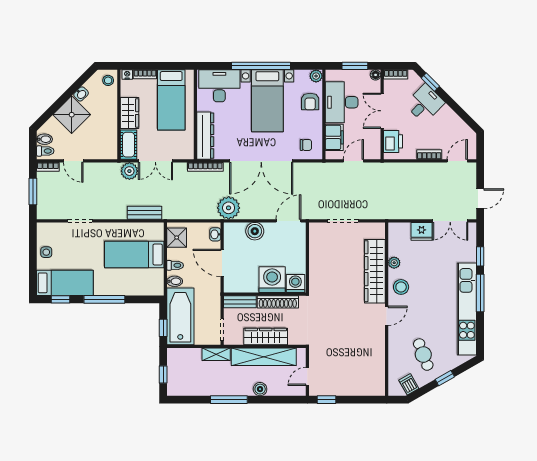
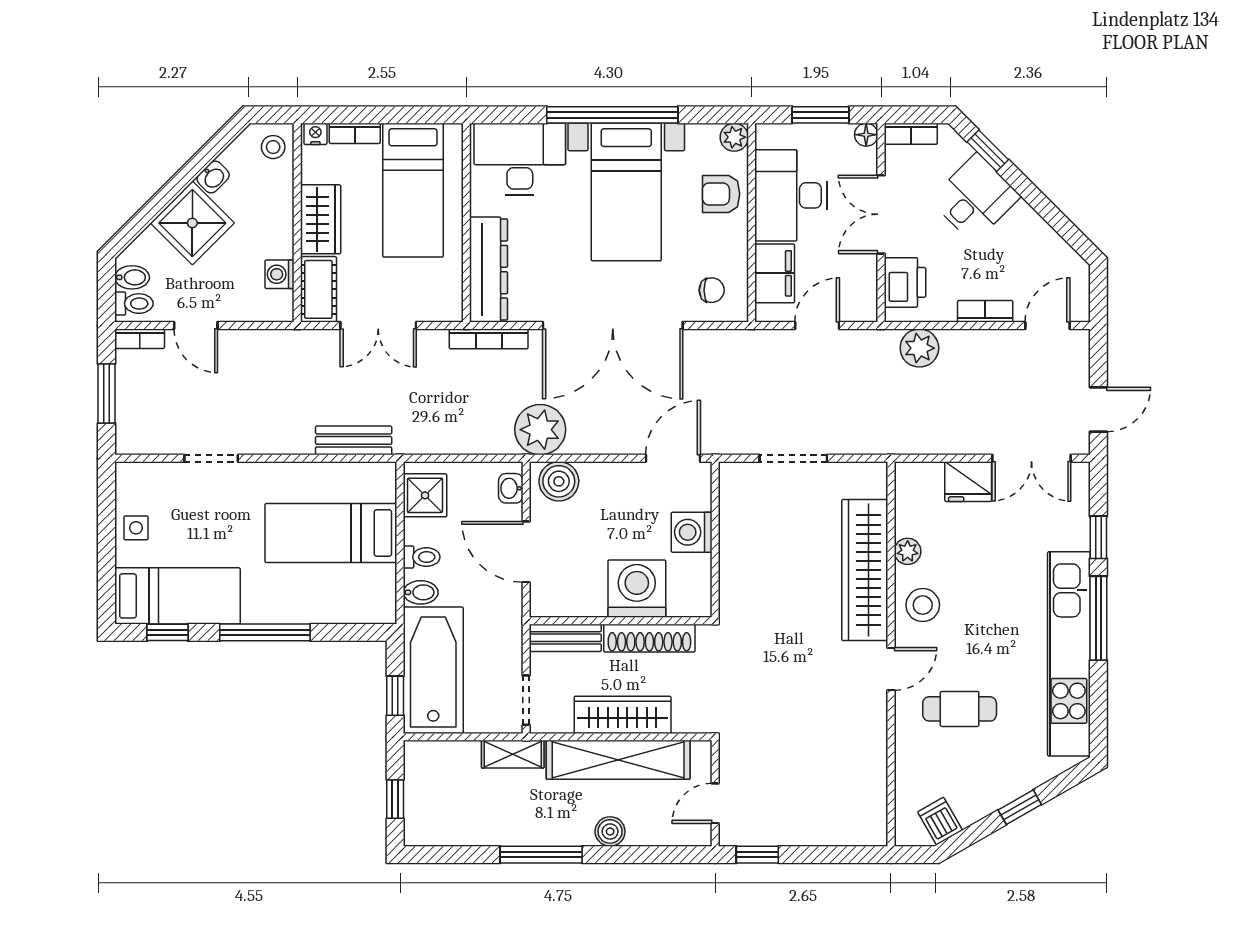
armchair: (310, 102) -> (721, 194), turned 90
washing machine: (111, 138) -> (280, 274), added
plant: (129, 171) -> (919, 348), moved
boiler: (255, 231) -> (559, 481), moved
washing machine: (295, 283) -> (692, 532), moved, turned -90
cafe table: (423, 355) -> (960, 709), moved, turned -69

